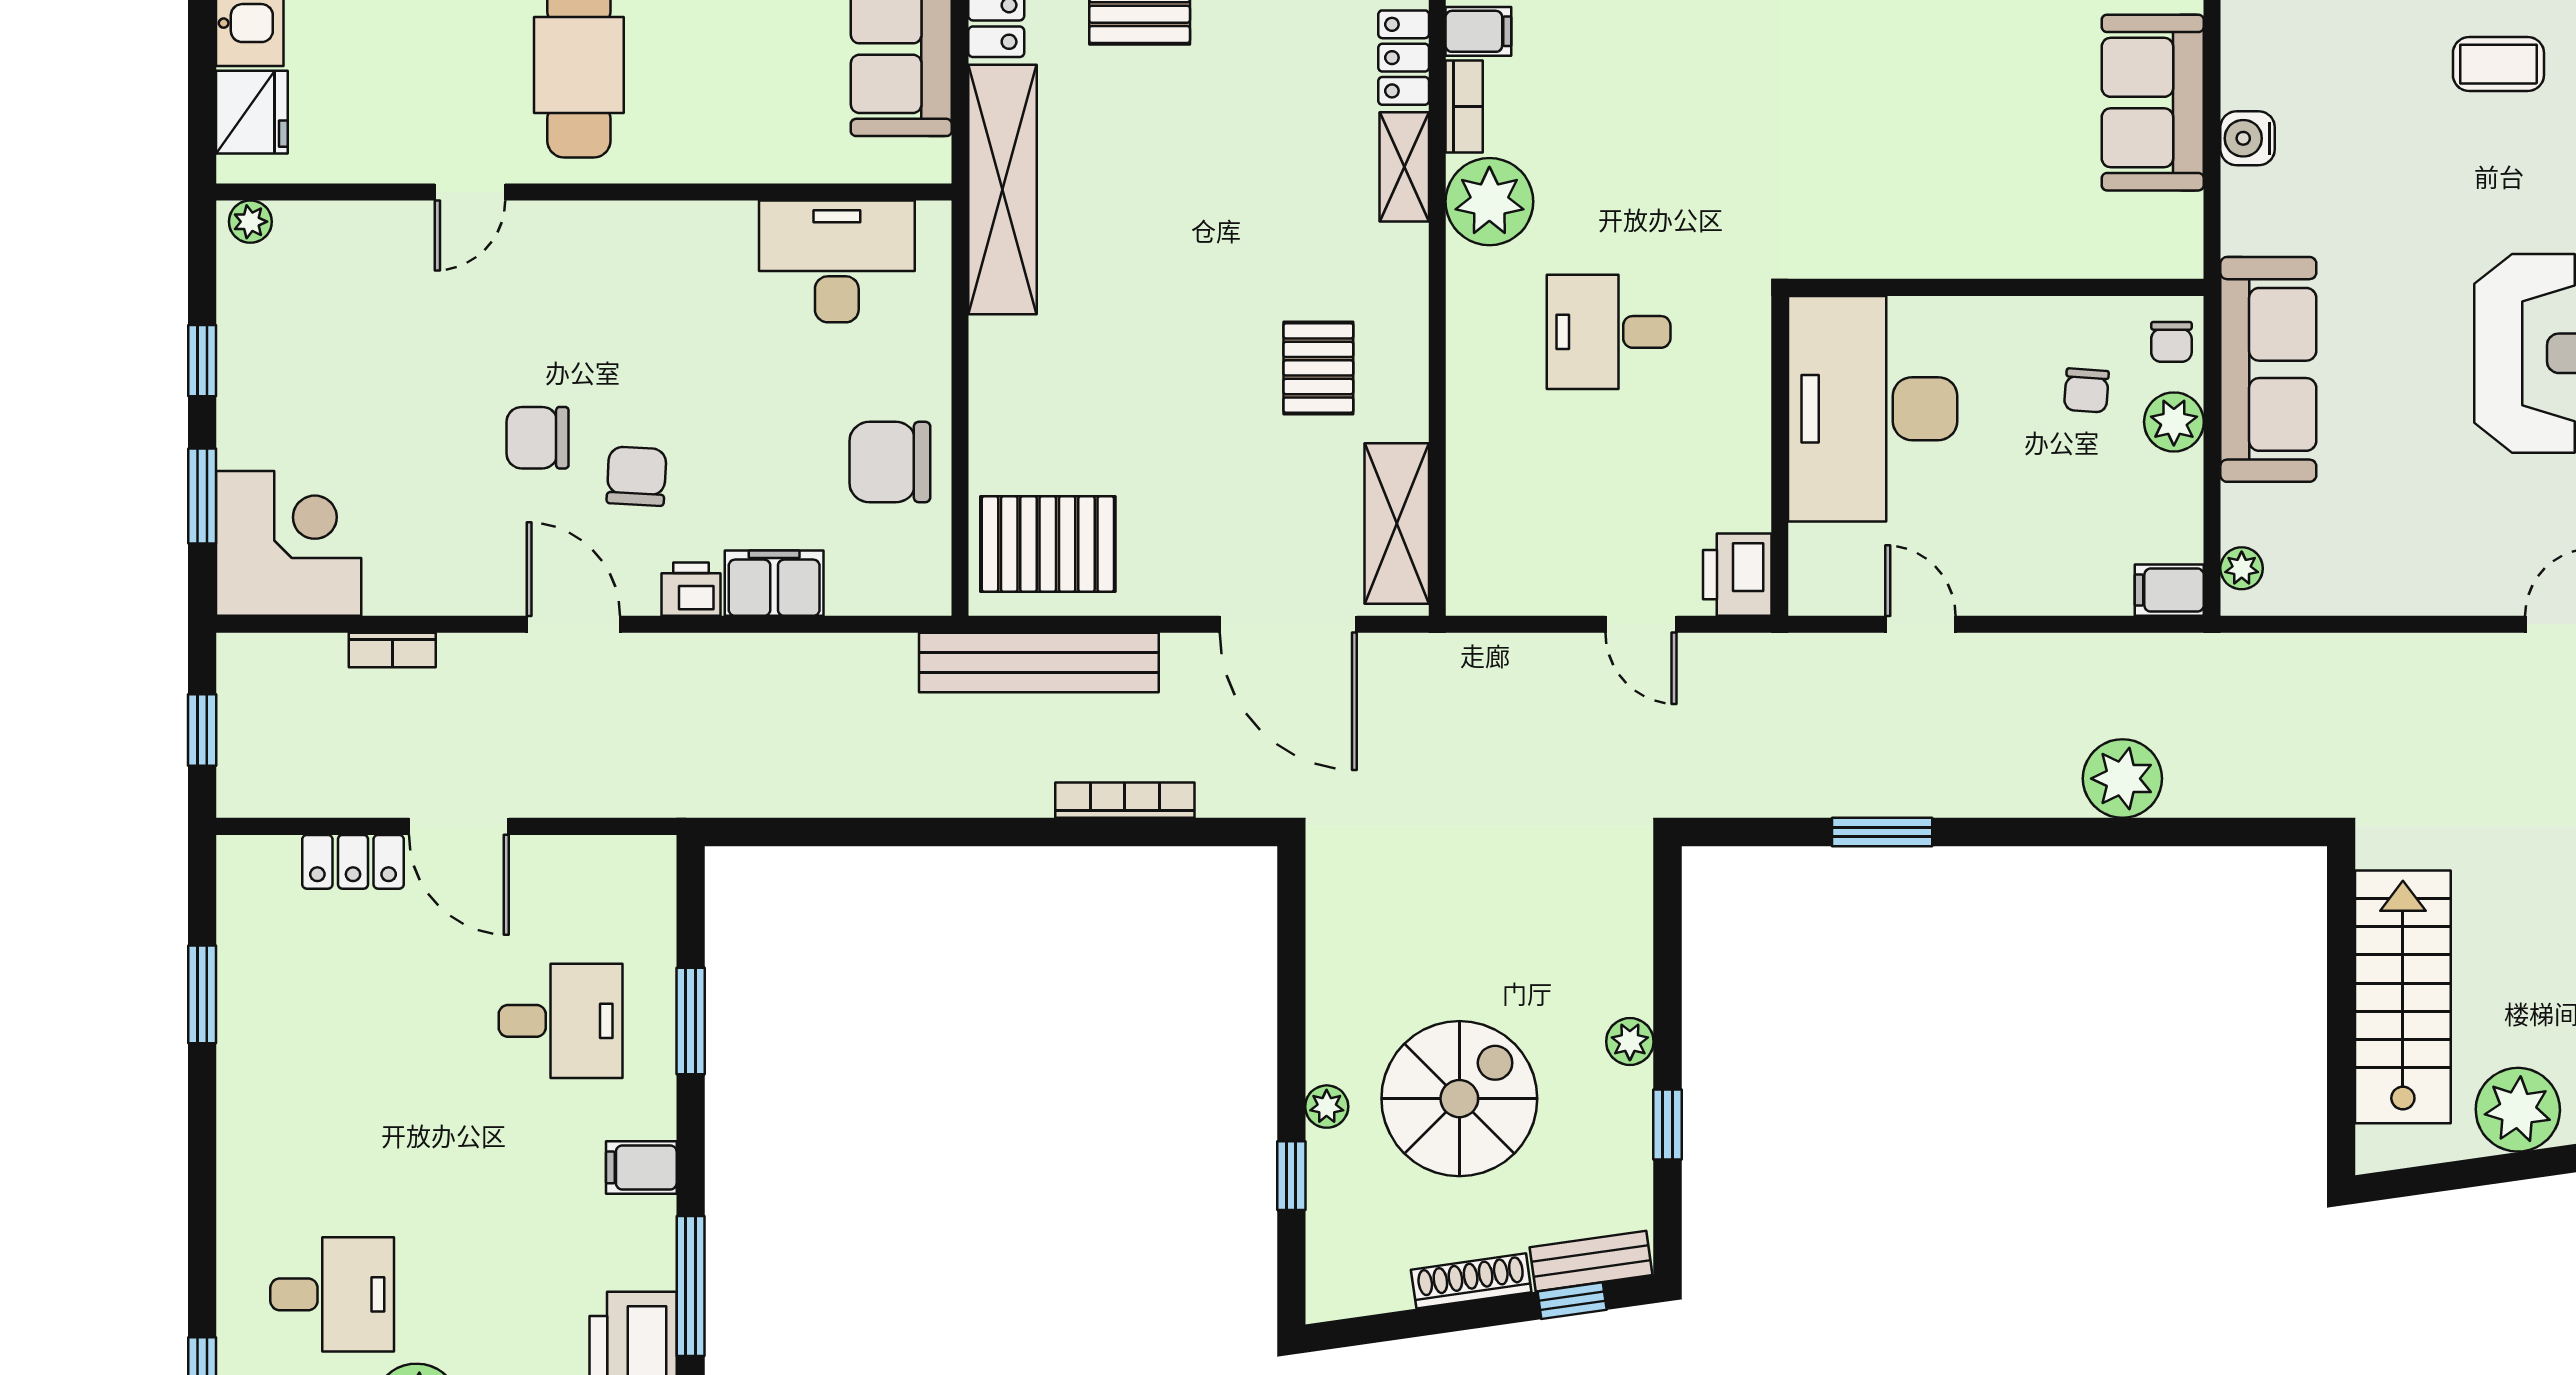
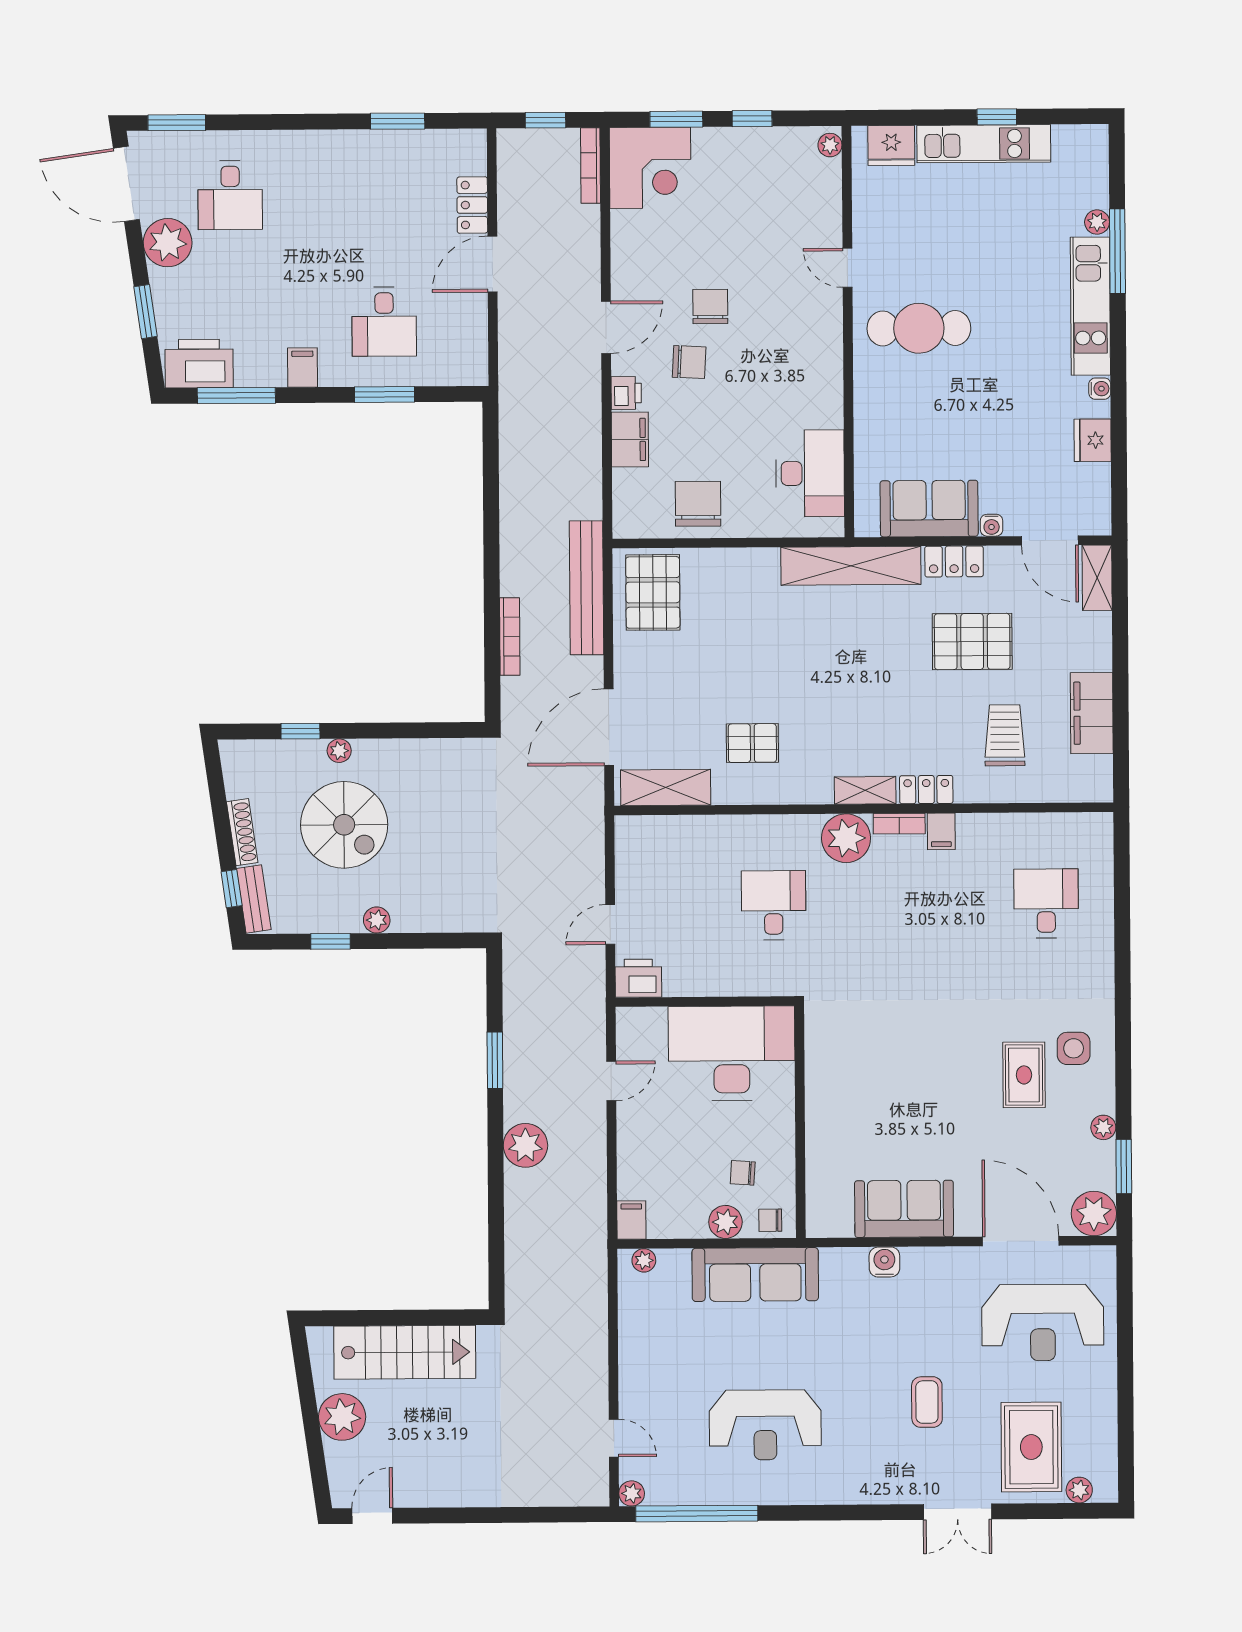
bookcase: (392, 650) -> (590, 166), moved, width x1.56
plant: (2122, 779) -> (525, 1145), moved

